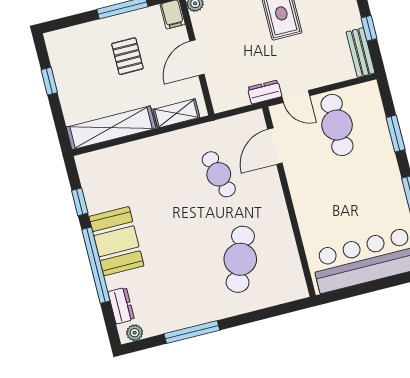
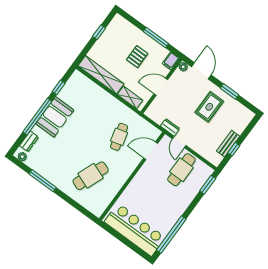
bench: (360, 52) -> (228, 144), moved
window: (396, 134) -> (208, 185), moved

